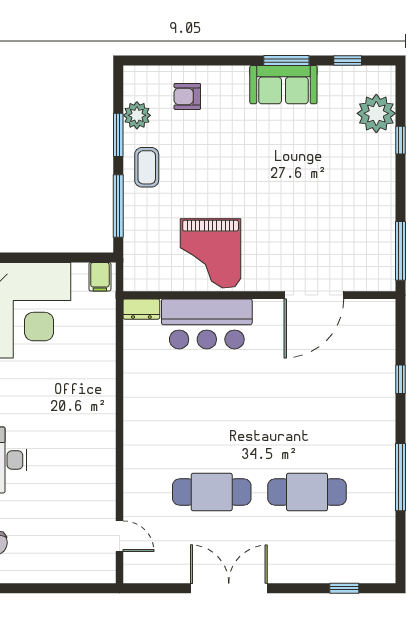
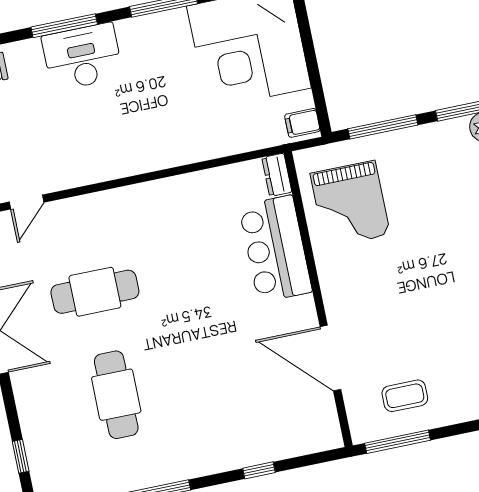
coffee table: (147, 167) -> (405, 396), moved
grand piano: (211, 253) -> (350, 204), moved, turned -90
cafe table: (212, 492) -> (95, 292), turned 90

